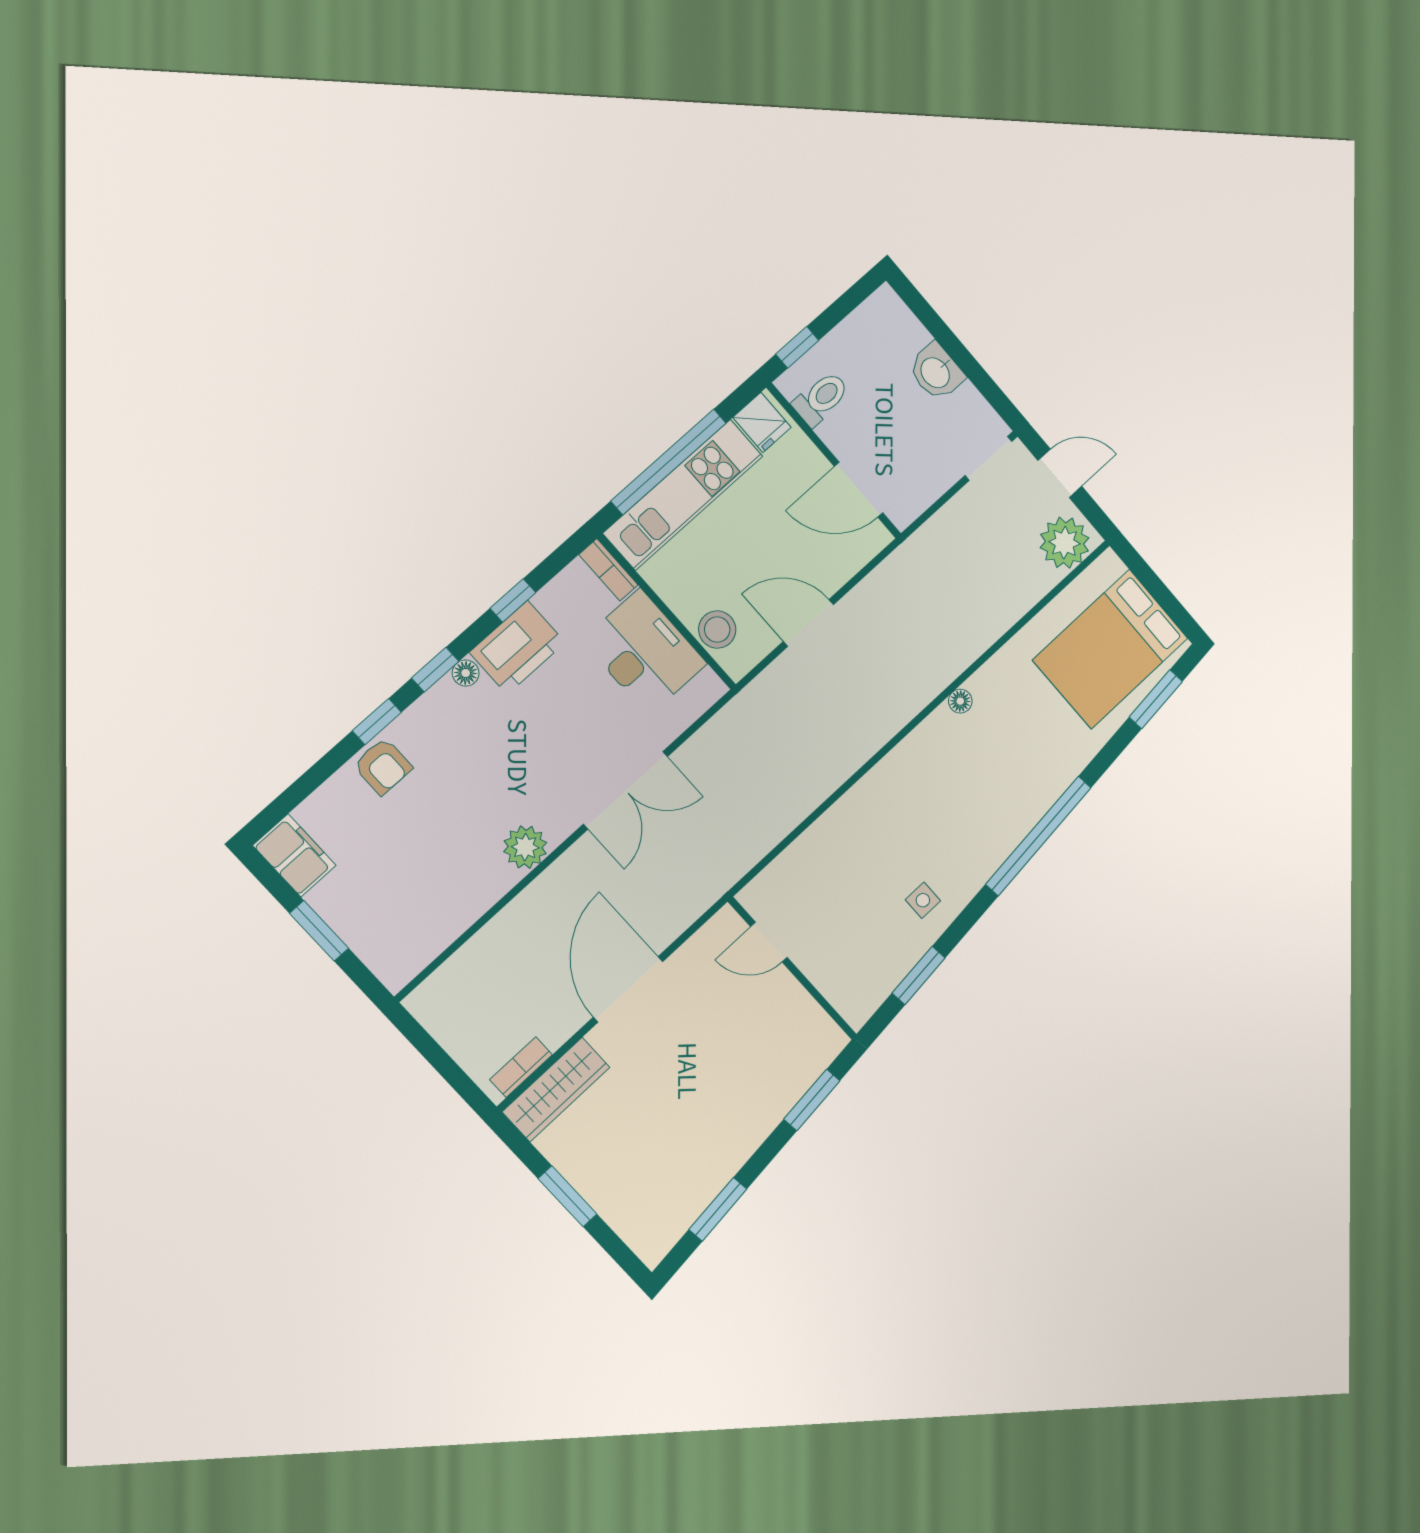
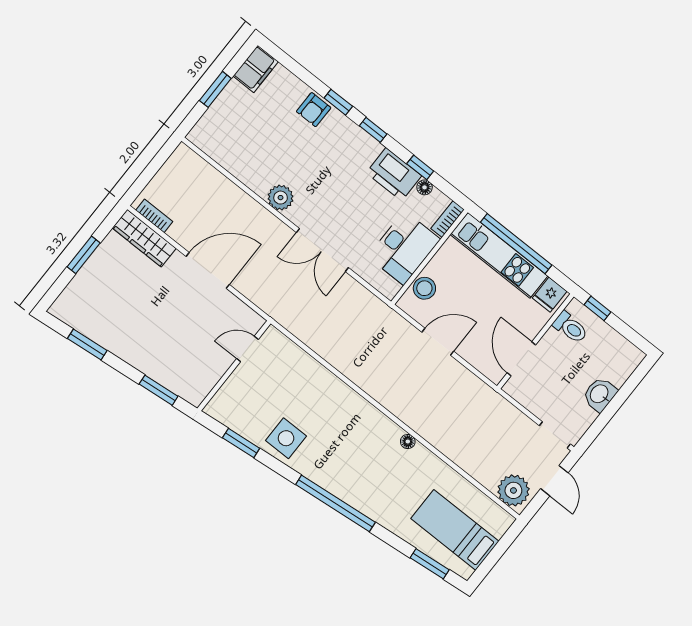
door: (808, 623) -> (438, 342), hinge flipped
bed: (1110, 649) -> (455, 530), width x0.67
floor lamp: (466, 673) -> (425, 187), moved
side table: (923, 900) -> (286, 438), width x1.87, depth x1.87
door: (769, 942) -> (247, 349), hinge flipped

